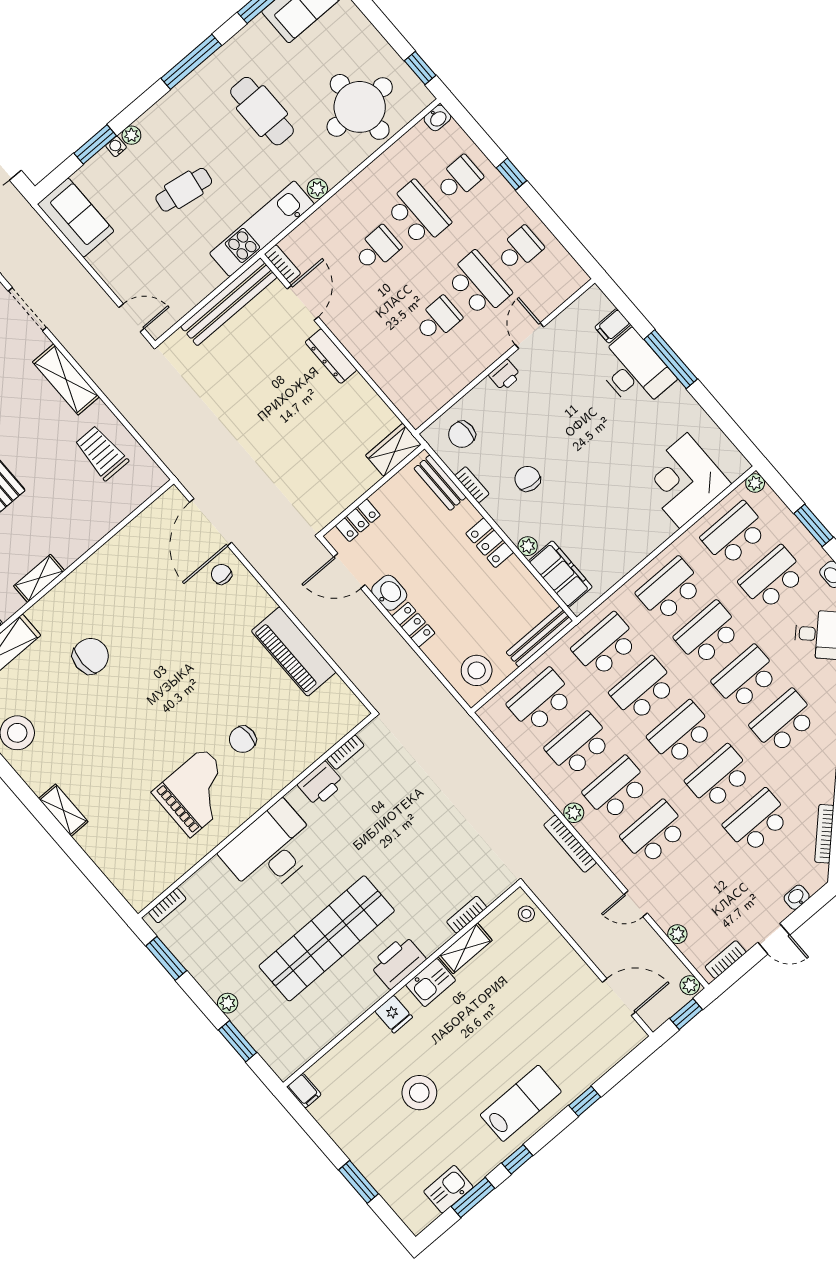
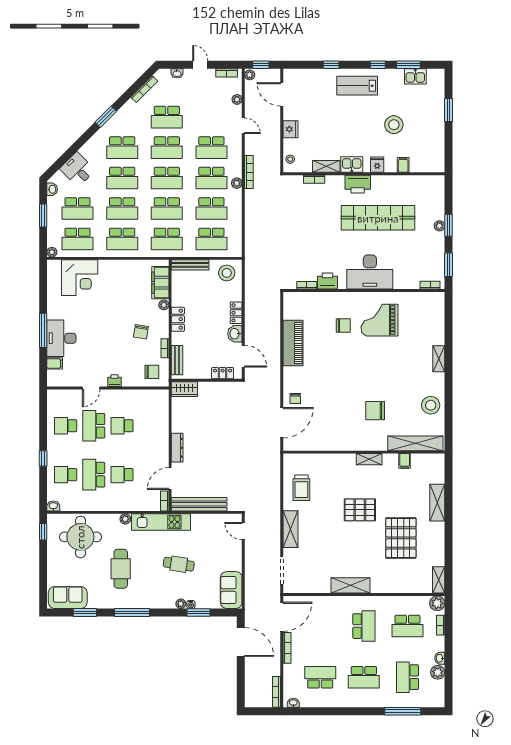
fridge: (563, 958) -> (290, 129), added
window: (238, 1041) -> (449, 225), moved
filing cabinet: (304, 1091) -> (403, 165), moved

